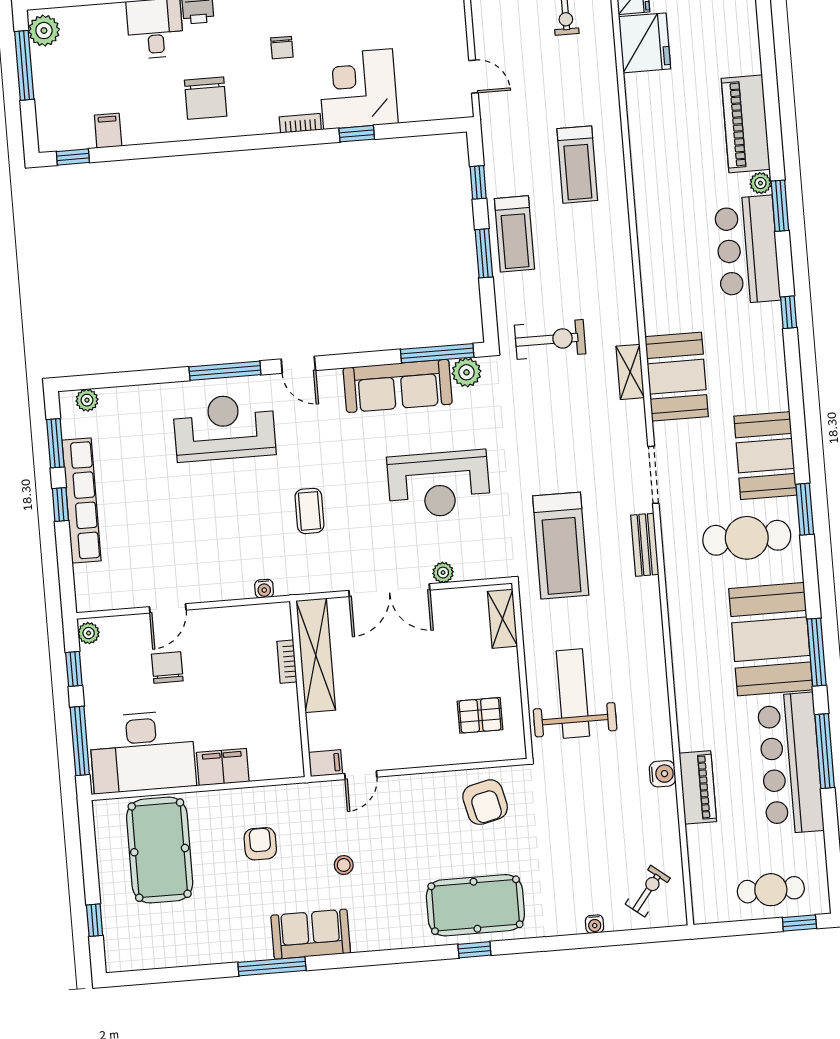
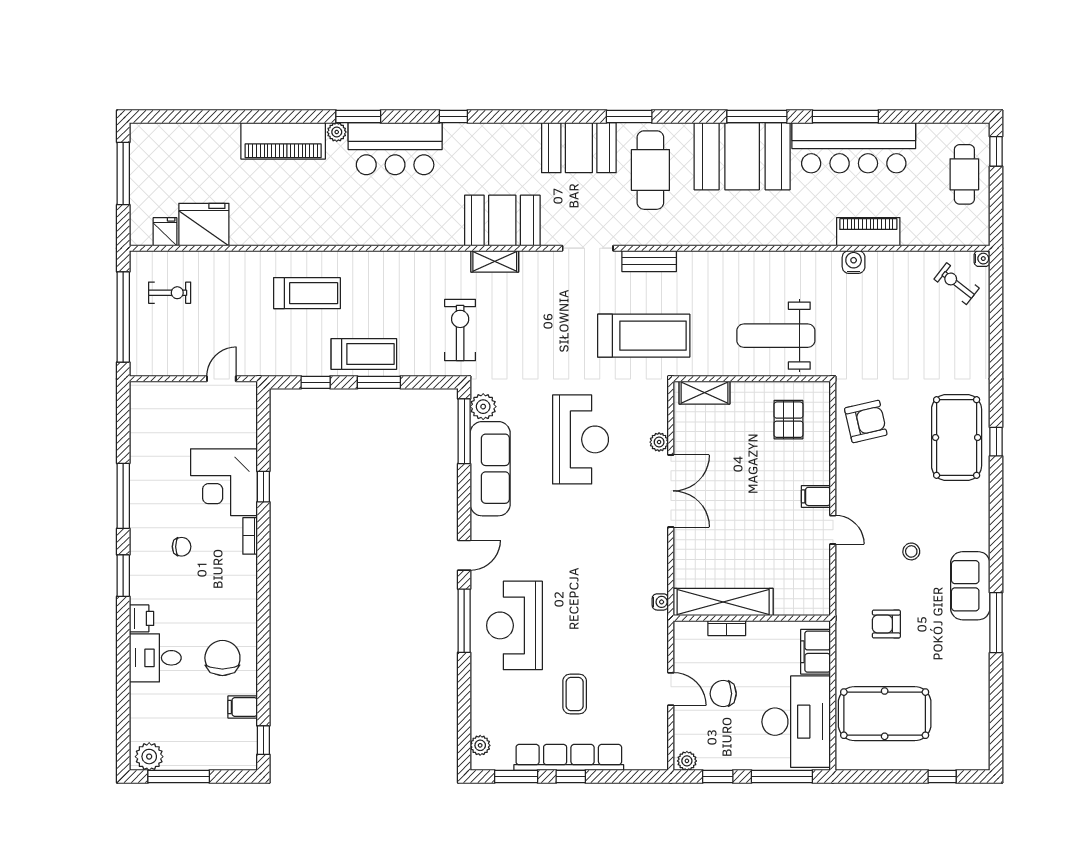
chair: (206, 98) -> (222, 658), moved, turned -90
coffee table: (309, 511) -> (575, 694), moved, turned 90
shelving: (316, 655) -> (723, 602), moved
bookcase: (287, 662) -> (727, 628), moved
wall: (300, 689) -> (752, 618), moved
filing cabinet: (326, 763) -> (816, 496), moved, turned -90
water cooler: (595, 924) -> (982, 259), moved

